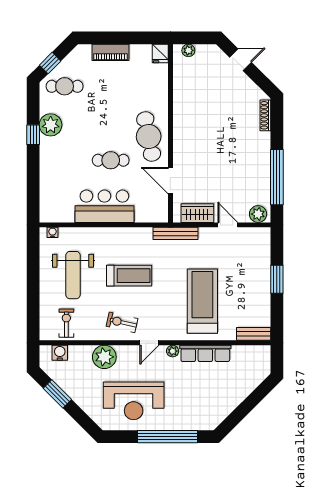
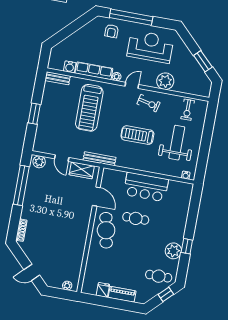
fridge: (160, 53) -> (103, 290), moved
water cooler: (60, 353) -> (70, 67), moved
armchair: (191, 413) -> (112, 31), added

